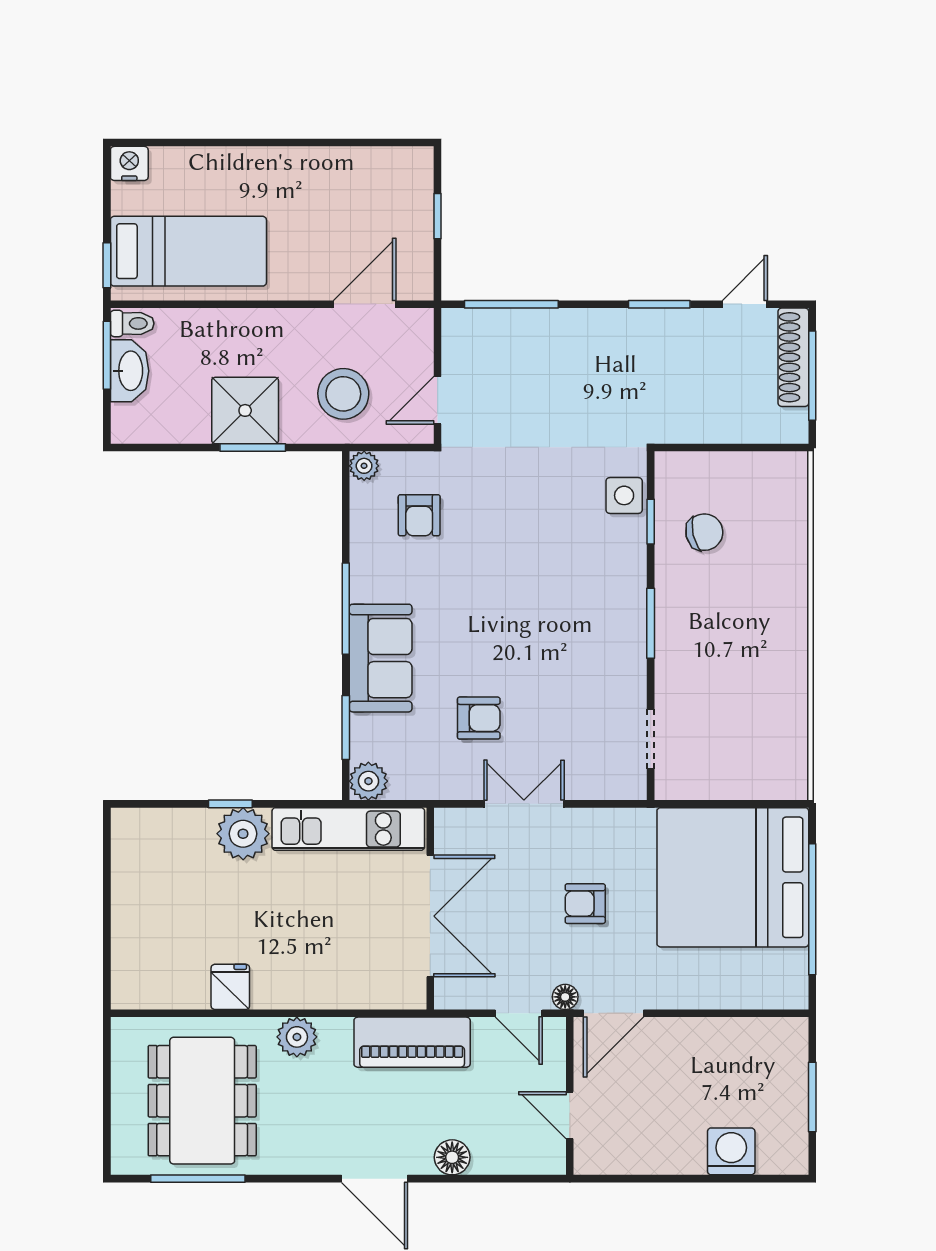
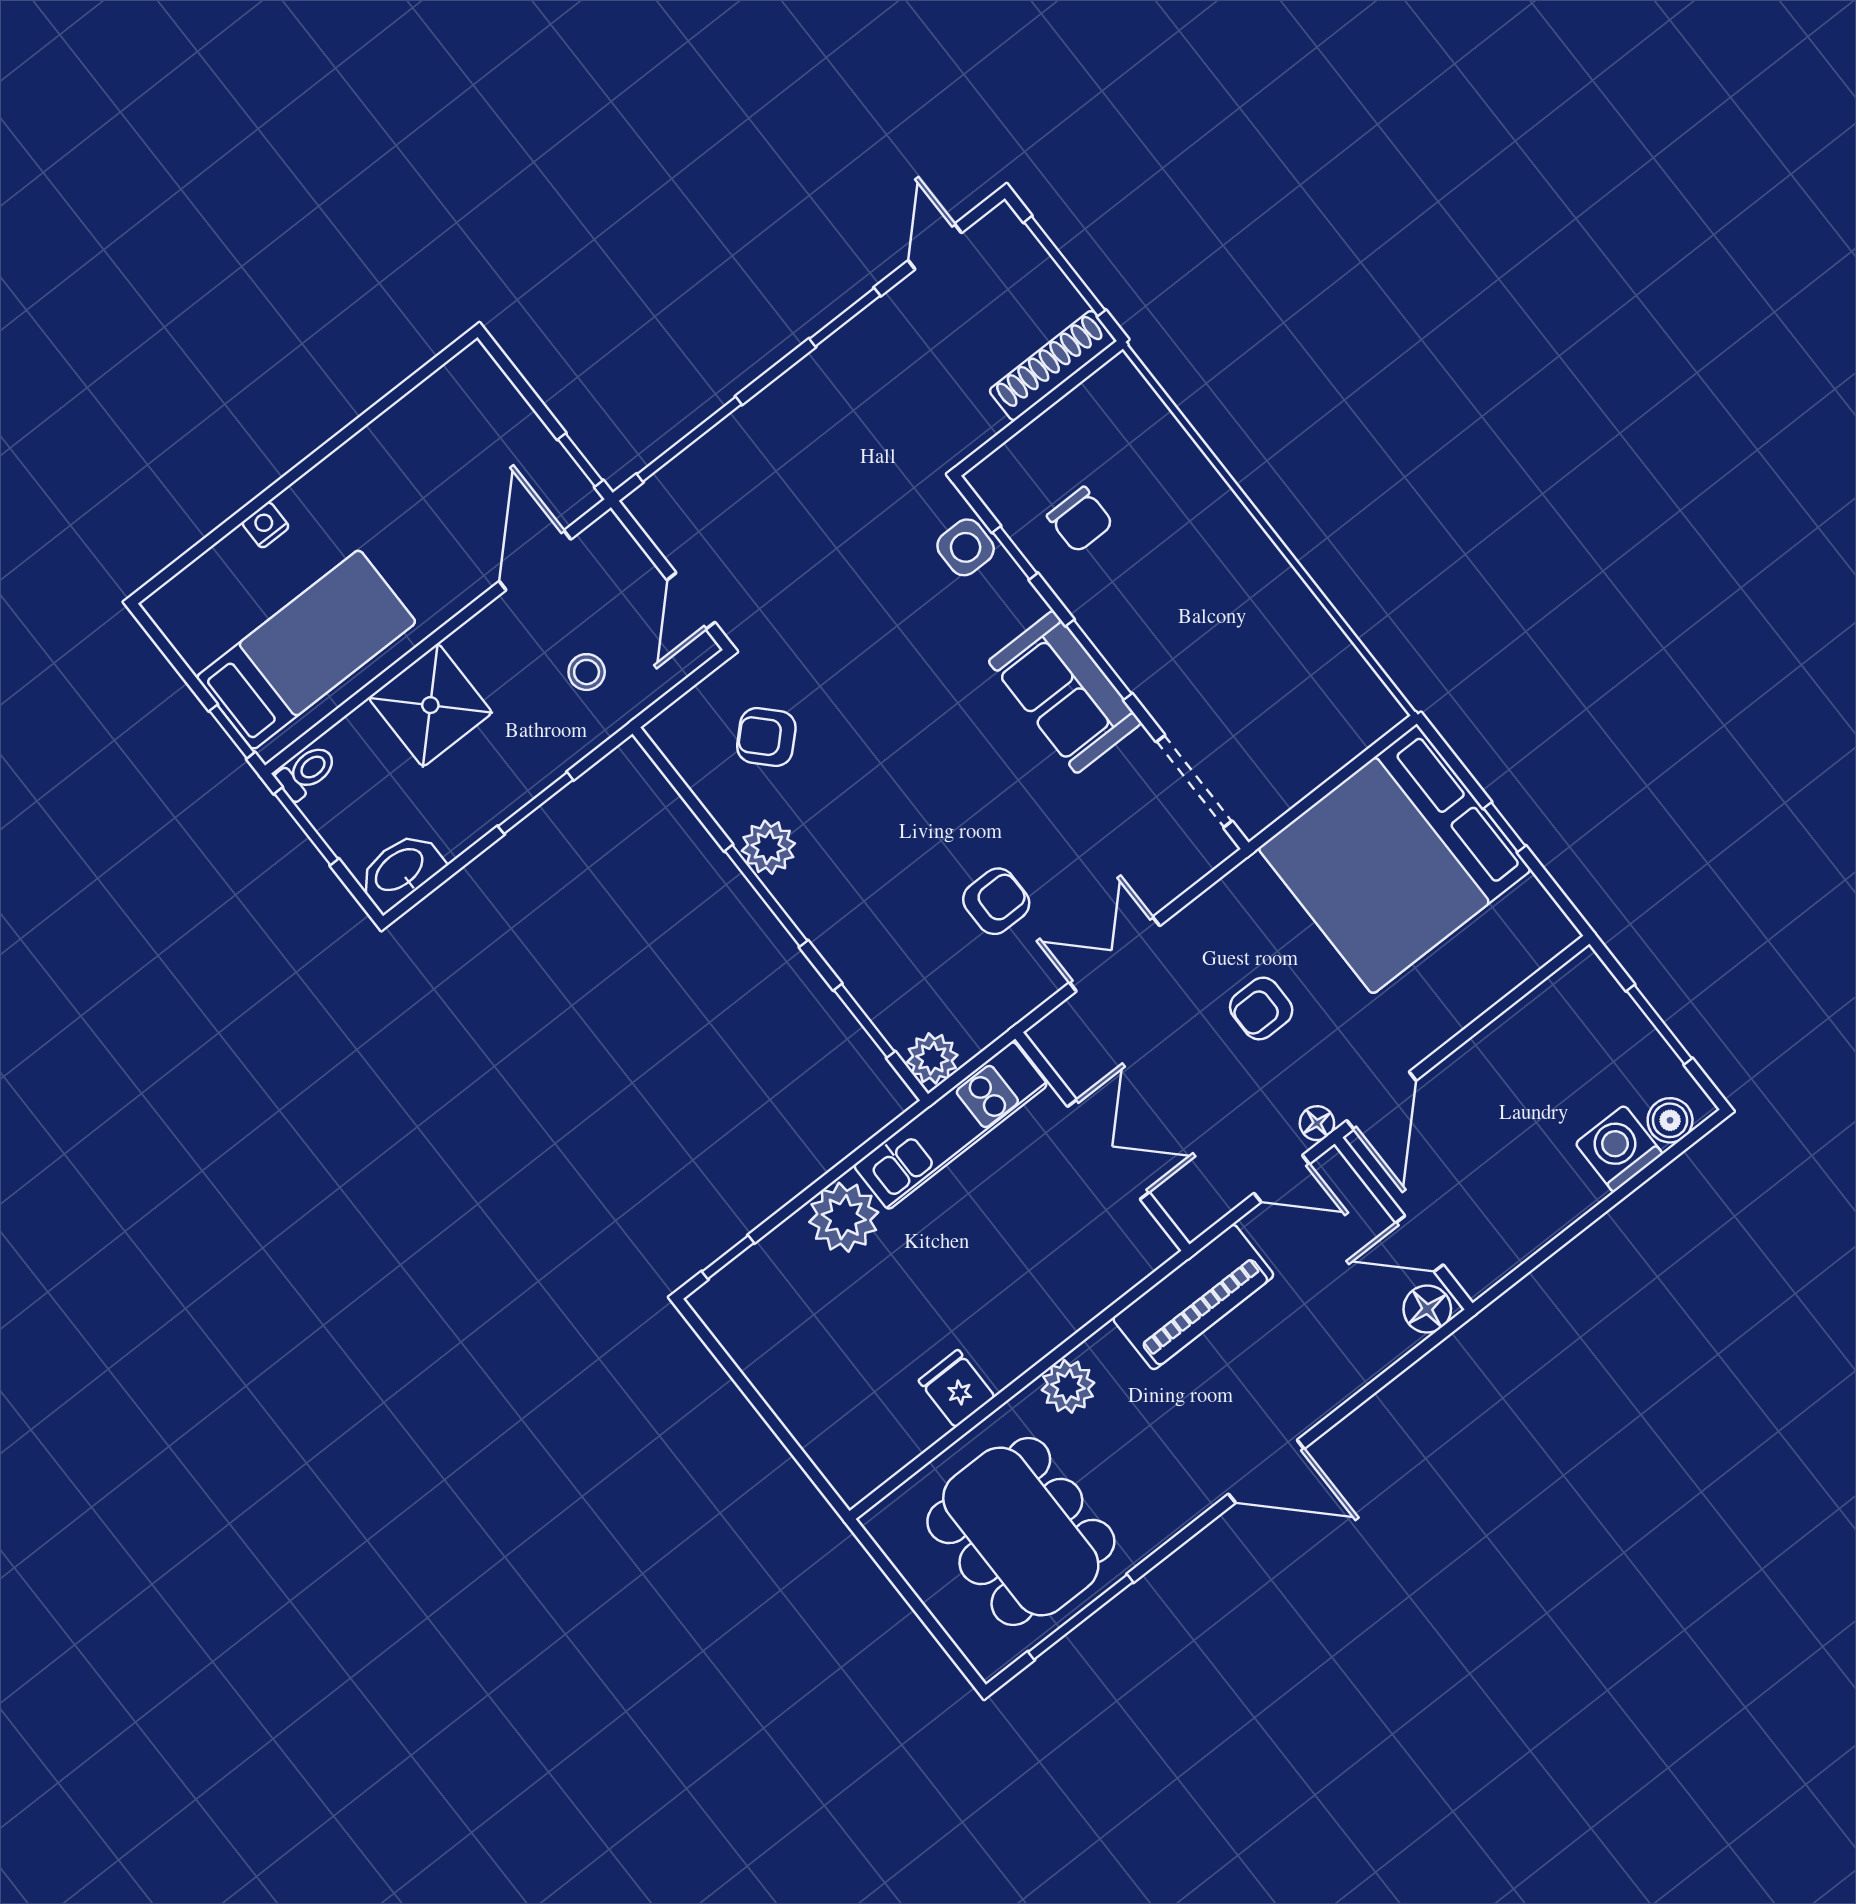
nightstand: (129, 163) -> (265, 525), moved, width x0.72, depth x0.74
window: (438, 216) -> (580, 460), moved
shoe rack: (793, 357) -> (1053, 366), moved, turned 90
washbasin: (130, 371) -> (400, 871), moved, turned -90
stool: (343, 394) -> (587, 672), width x0.53, depth x0.53
shower: (245, 410) -> (430, 705), moved
plant: (364, 466) -> (768, 847), moved, width x1.38, depth x1.38
armchair: (419, 515) -> (766, 737), turned 136
chair: (704, 532) -> (1080, 520), turned 103
sofa: (381, 658) -> (1065, 692), moved, turned 180
doorway: (651, 739) -> (1194, 781), width x1.38
window: (230, 804) -> (728, 1257), moved
window: (812, 909) -> (1505, 827), width x0.32
double door: (430, 916) -> (1108, 1149), width x0.73
floor lamp: (452, 1157) -> (1427, 1309), moved
boiler: (774, 1158) -> (1670, 1120), added

